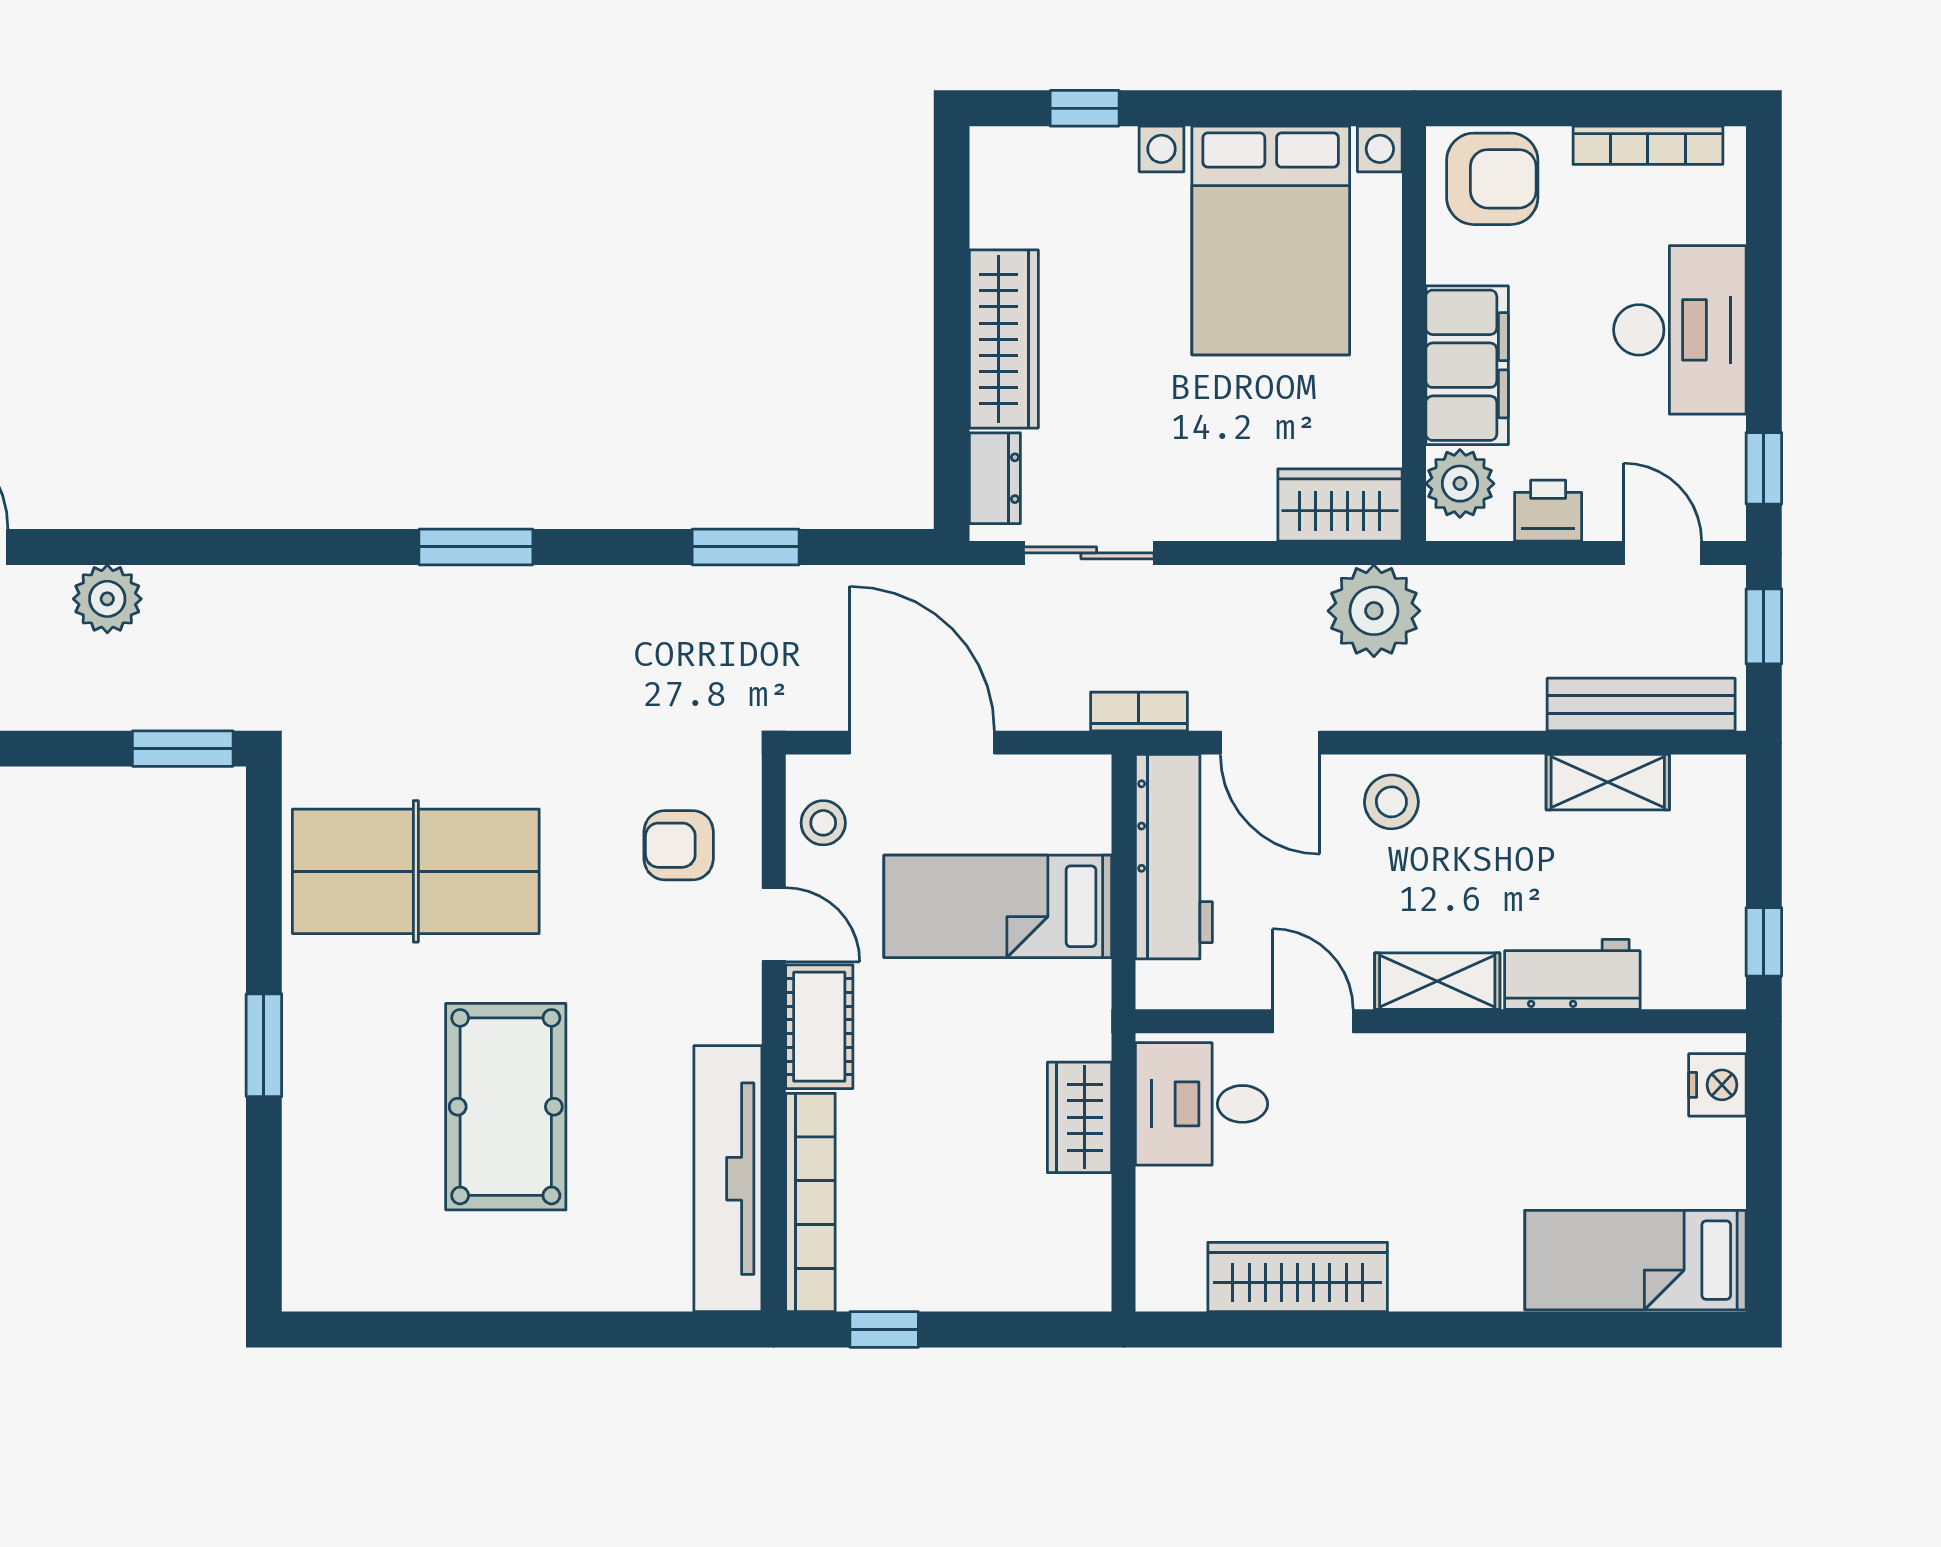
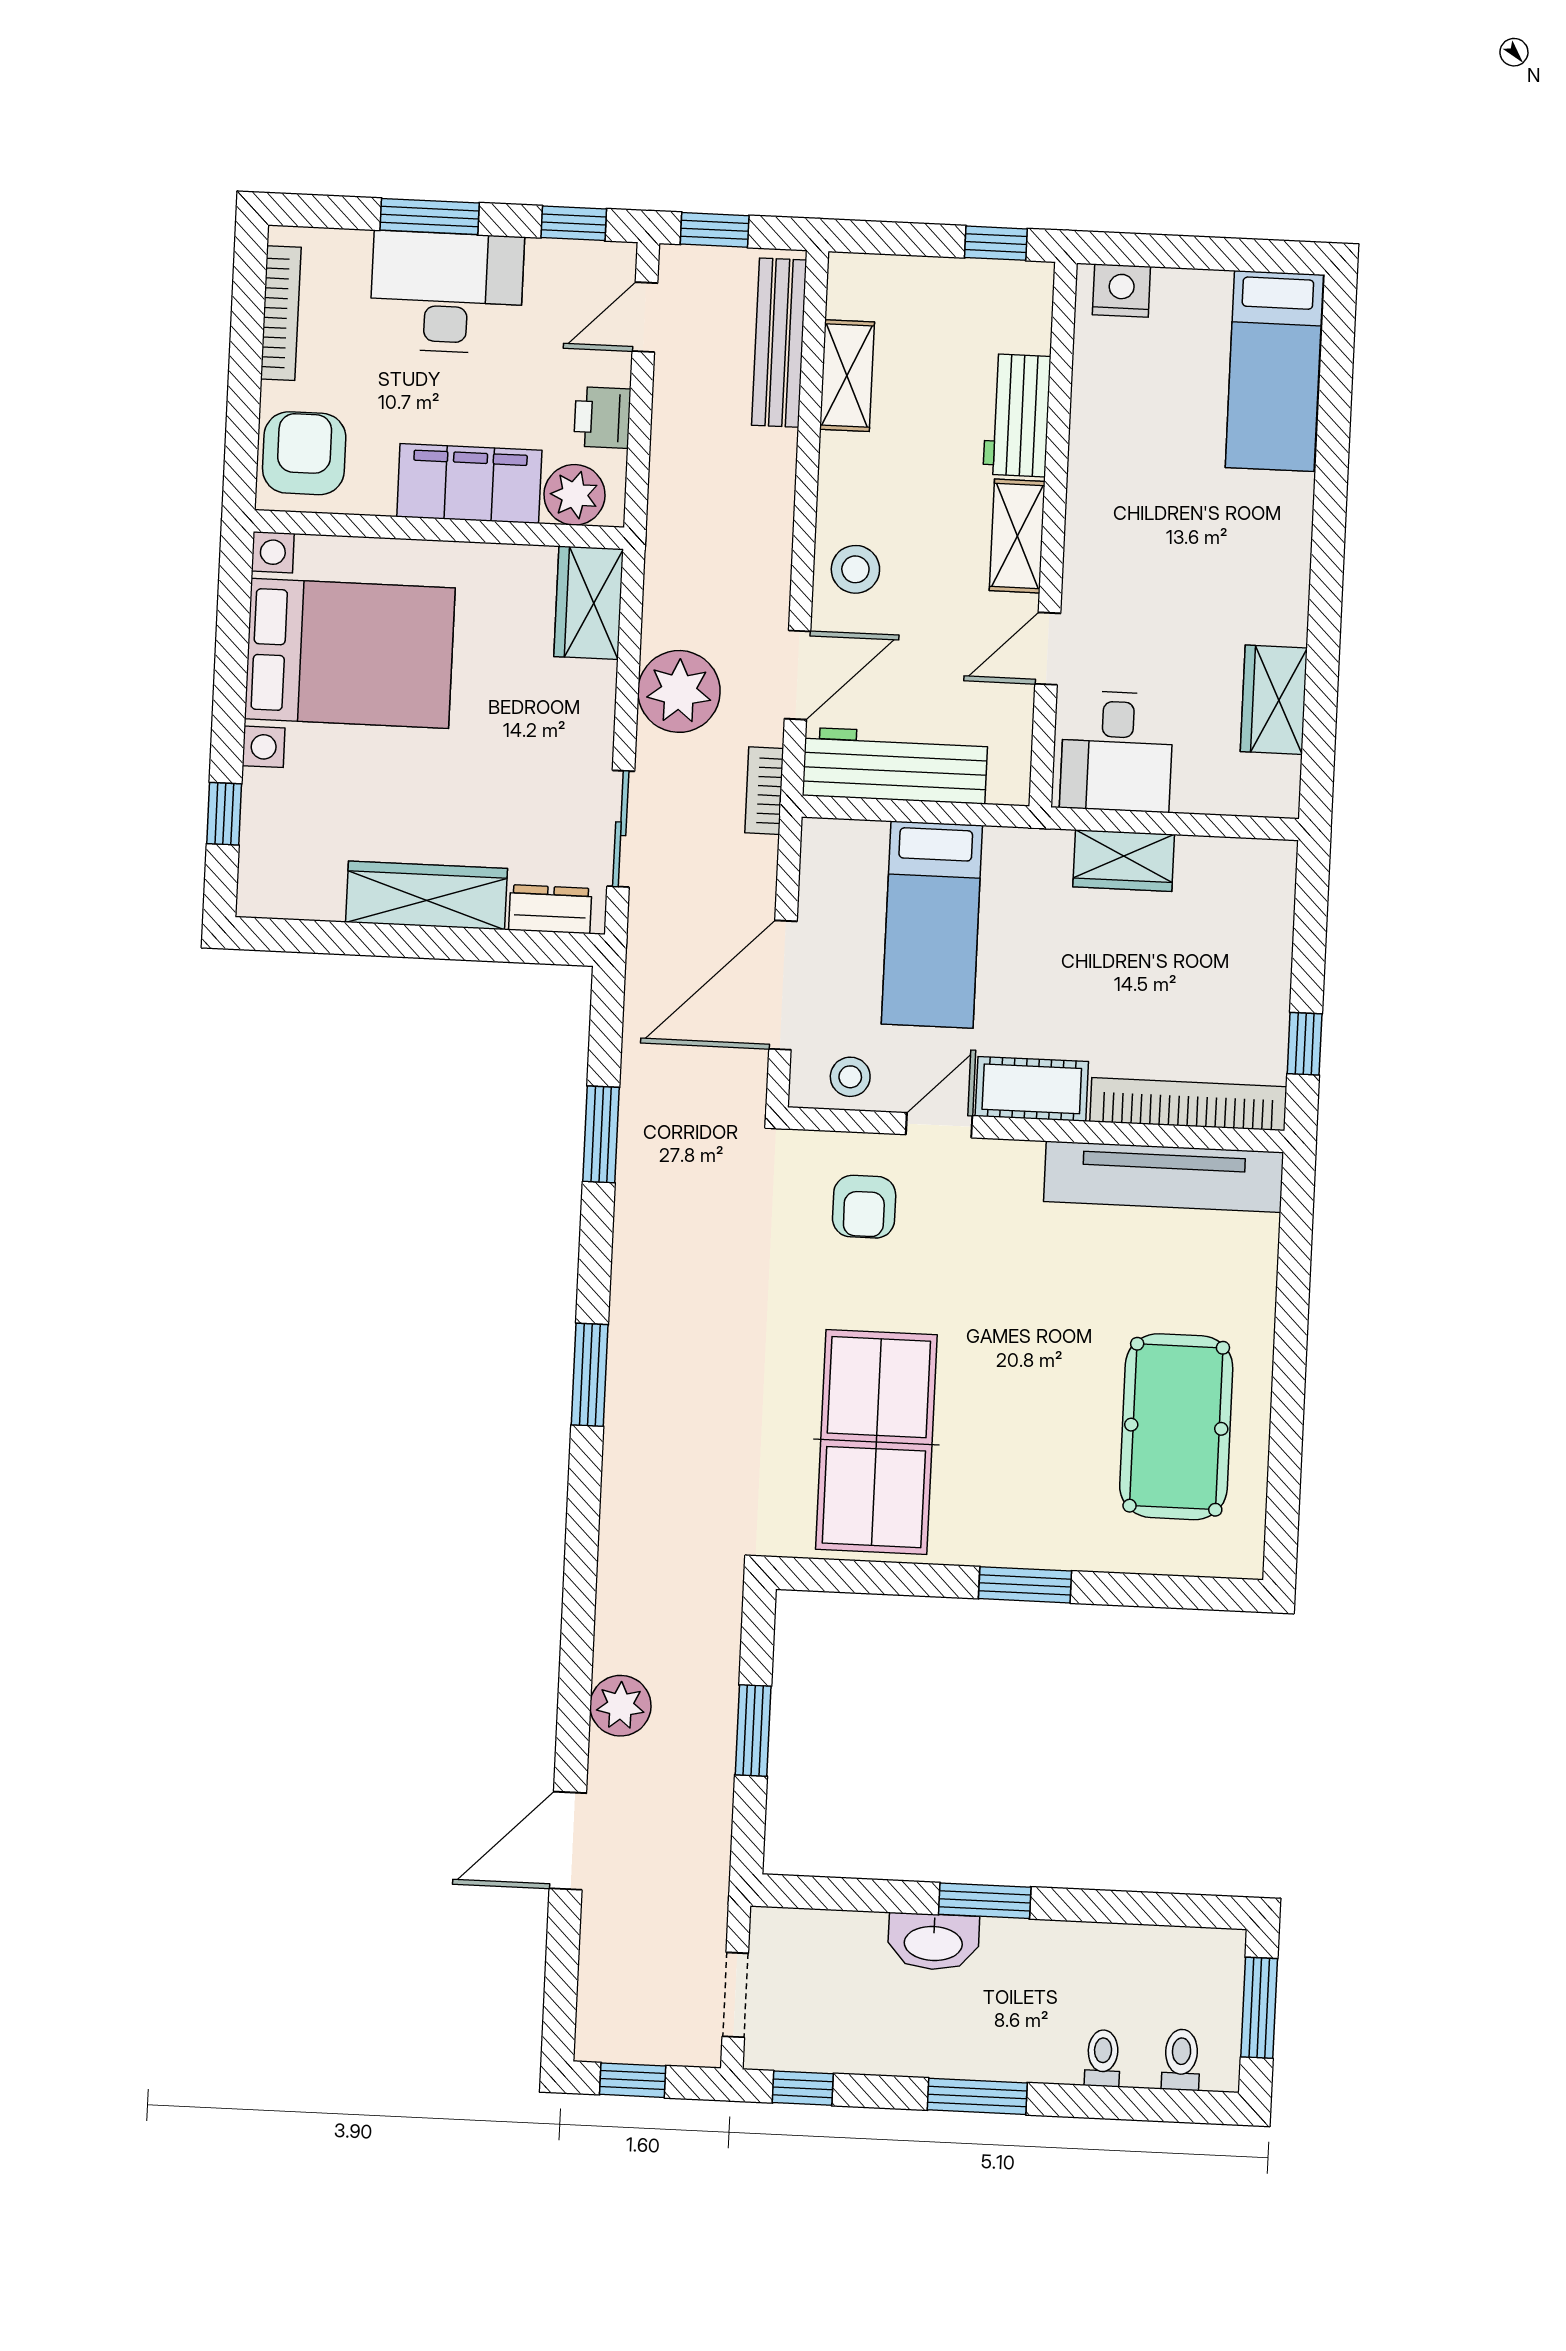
window: (1764, 307) -> (430, 216), added
plant: (1374, 611) -> (679, 691), moved
window: (183, 749) -> (753, 1730), moved
pool table: (506, 1107) -> (1176, 1427), moved, turned 90
wardrobe: (1298, 1277) -> (1274, 700), width x0.67

